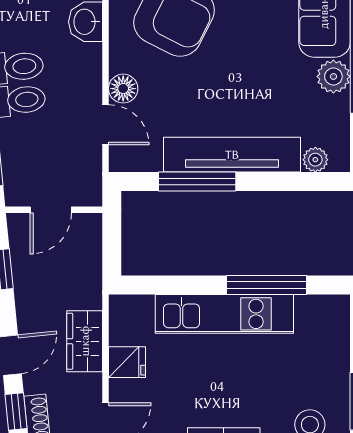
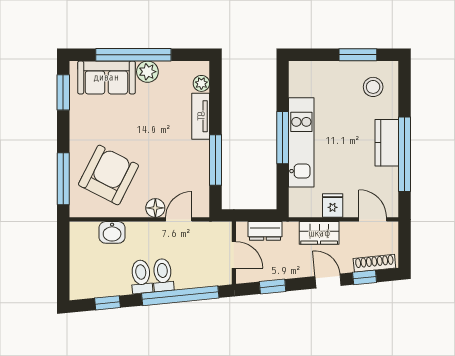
tv unit: (232, 155) -> (201, 116), width x0.52, depth x0.78
dresser: (88, 258) -> (265, 231), added
window: (267, 285) -> (283, 138), moved

